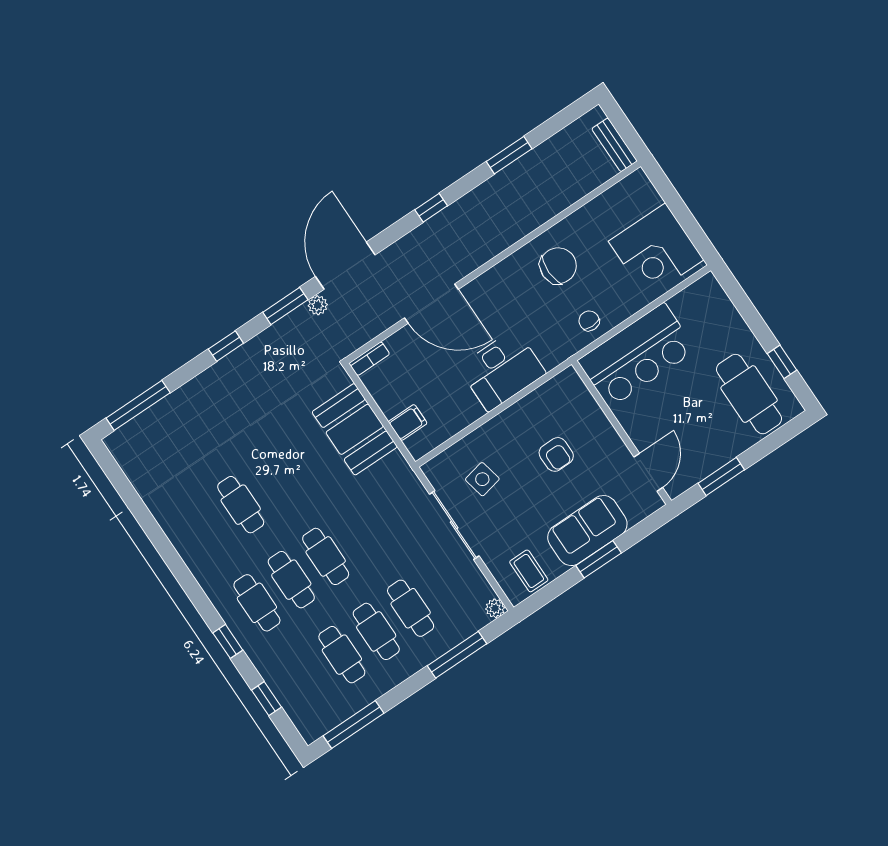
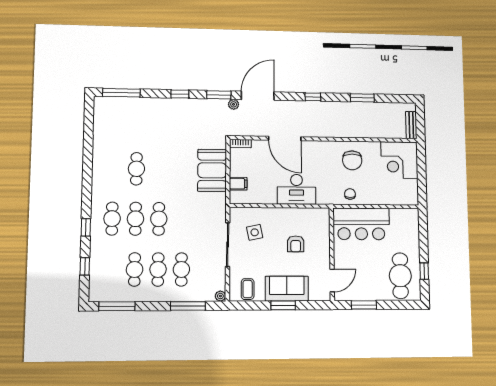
corner desk: (656, 251) -> (399, 160), moved
chair: (558, 266) -> (352, 160), turned 91

